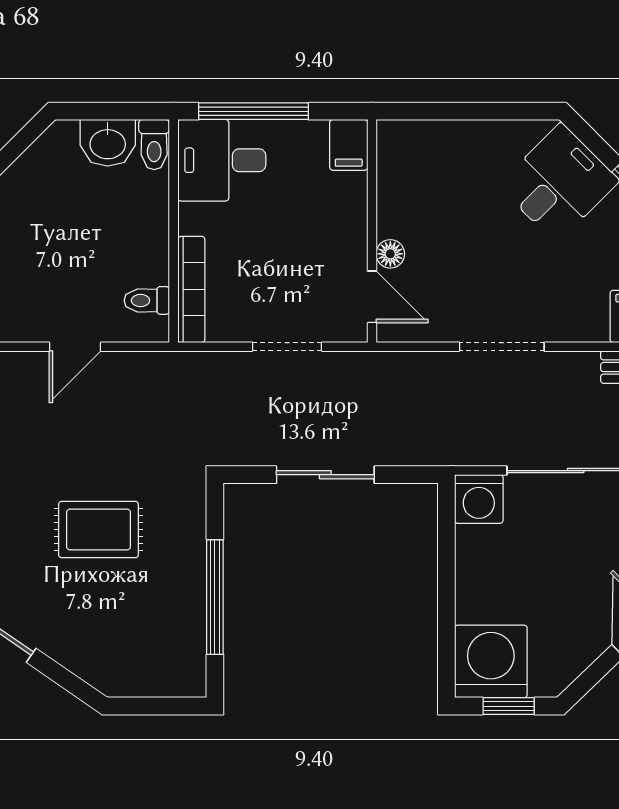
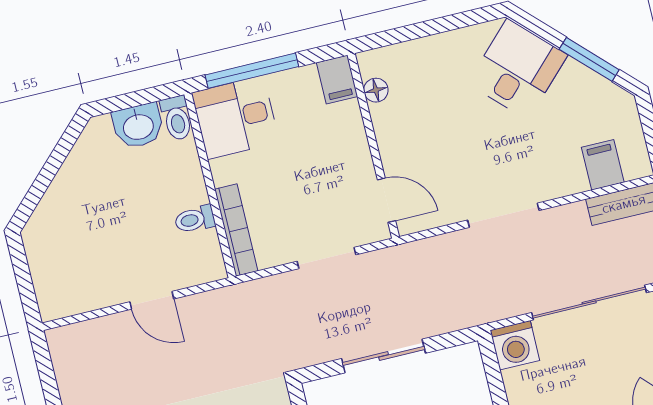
floor lamp: (390, 254) -> (376, 90), moved
toilet: (147, 300) -> (195, 219), moved
door: (75, 347) -> (152, 300), hinge flipped

